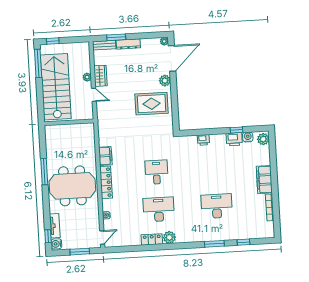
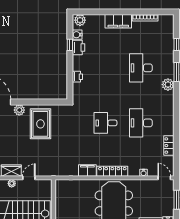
plant: (169, 237) -> (168, 85), moved
locker: (152, 239) -> (169, 146), moved

